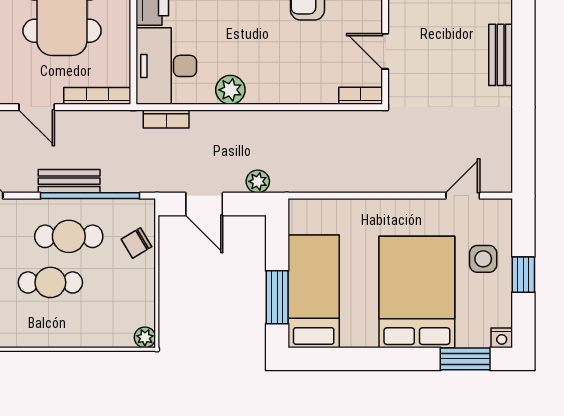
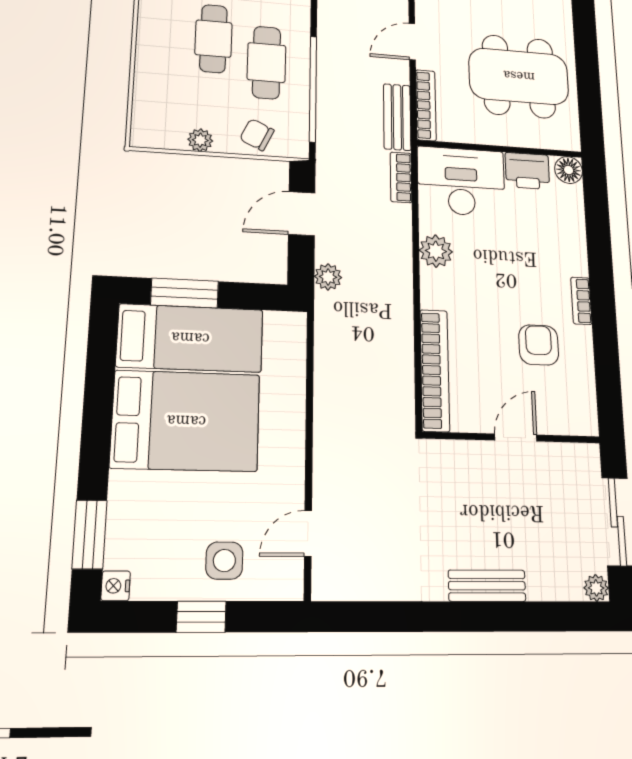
door: (385, 51) -> (516, 438), moved
bookcase: (361, 96) -> (435, 370), width x2.31, depth x1.31
bench: (69, 181) -> (397, 117), moved
door: (463, 196) -> (308, 533), swing flipped
chair: (136, 243) -> (257, 135), turned -34
bed: (417, 292) -> (186, 421), moved
plant: (145, 337) -> (200, 140), moved

